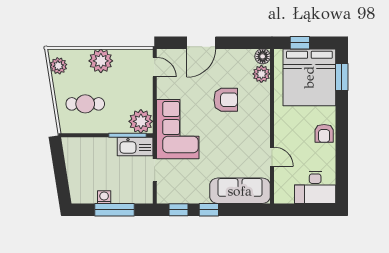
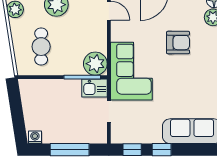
cafe table: (85, 104) -> (41, 47), turned 90
kitchen sink: (135, 147) -> (94, 88), width x0.73
washing machine: (104, 197) -> (35, 137), moved

